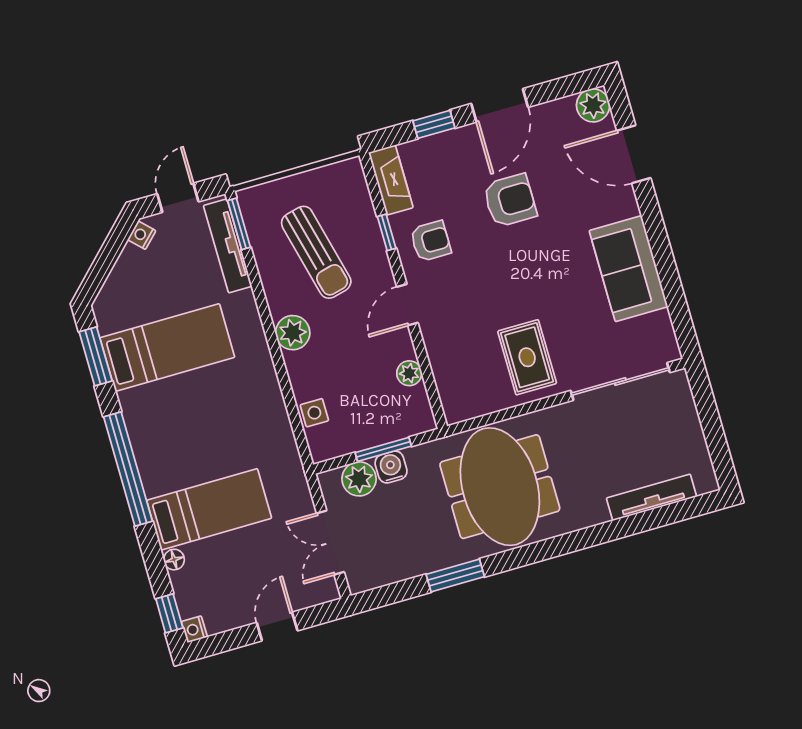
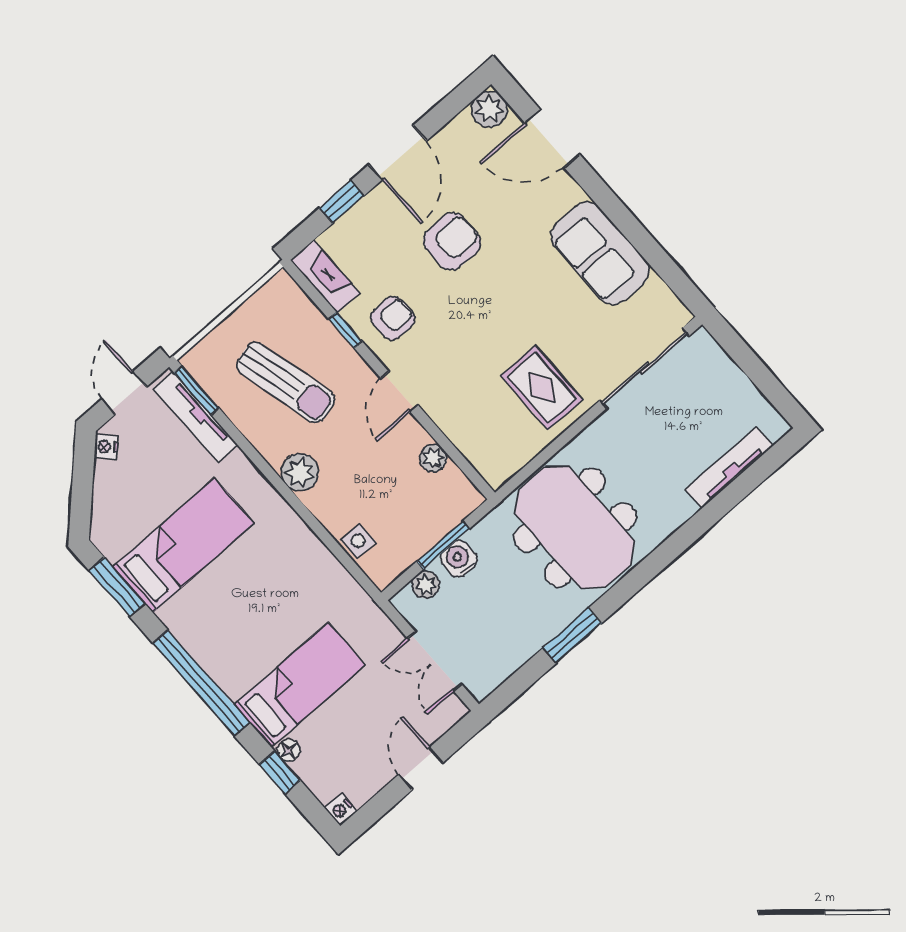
plant: (359, 479) -> (426, 585), width x0.73, depth x0.73
window: (169, 613) -> (280, 772), moved

